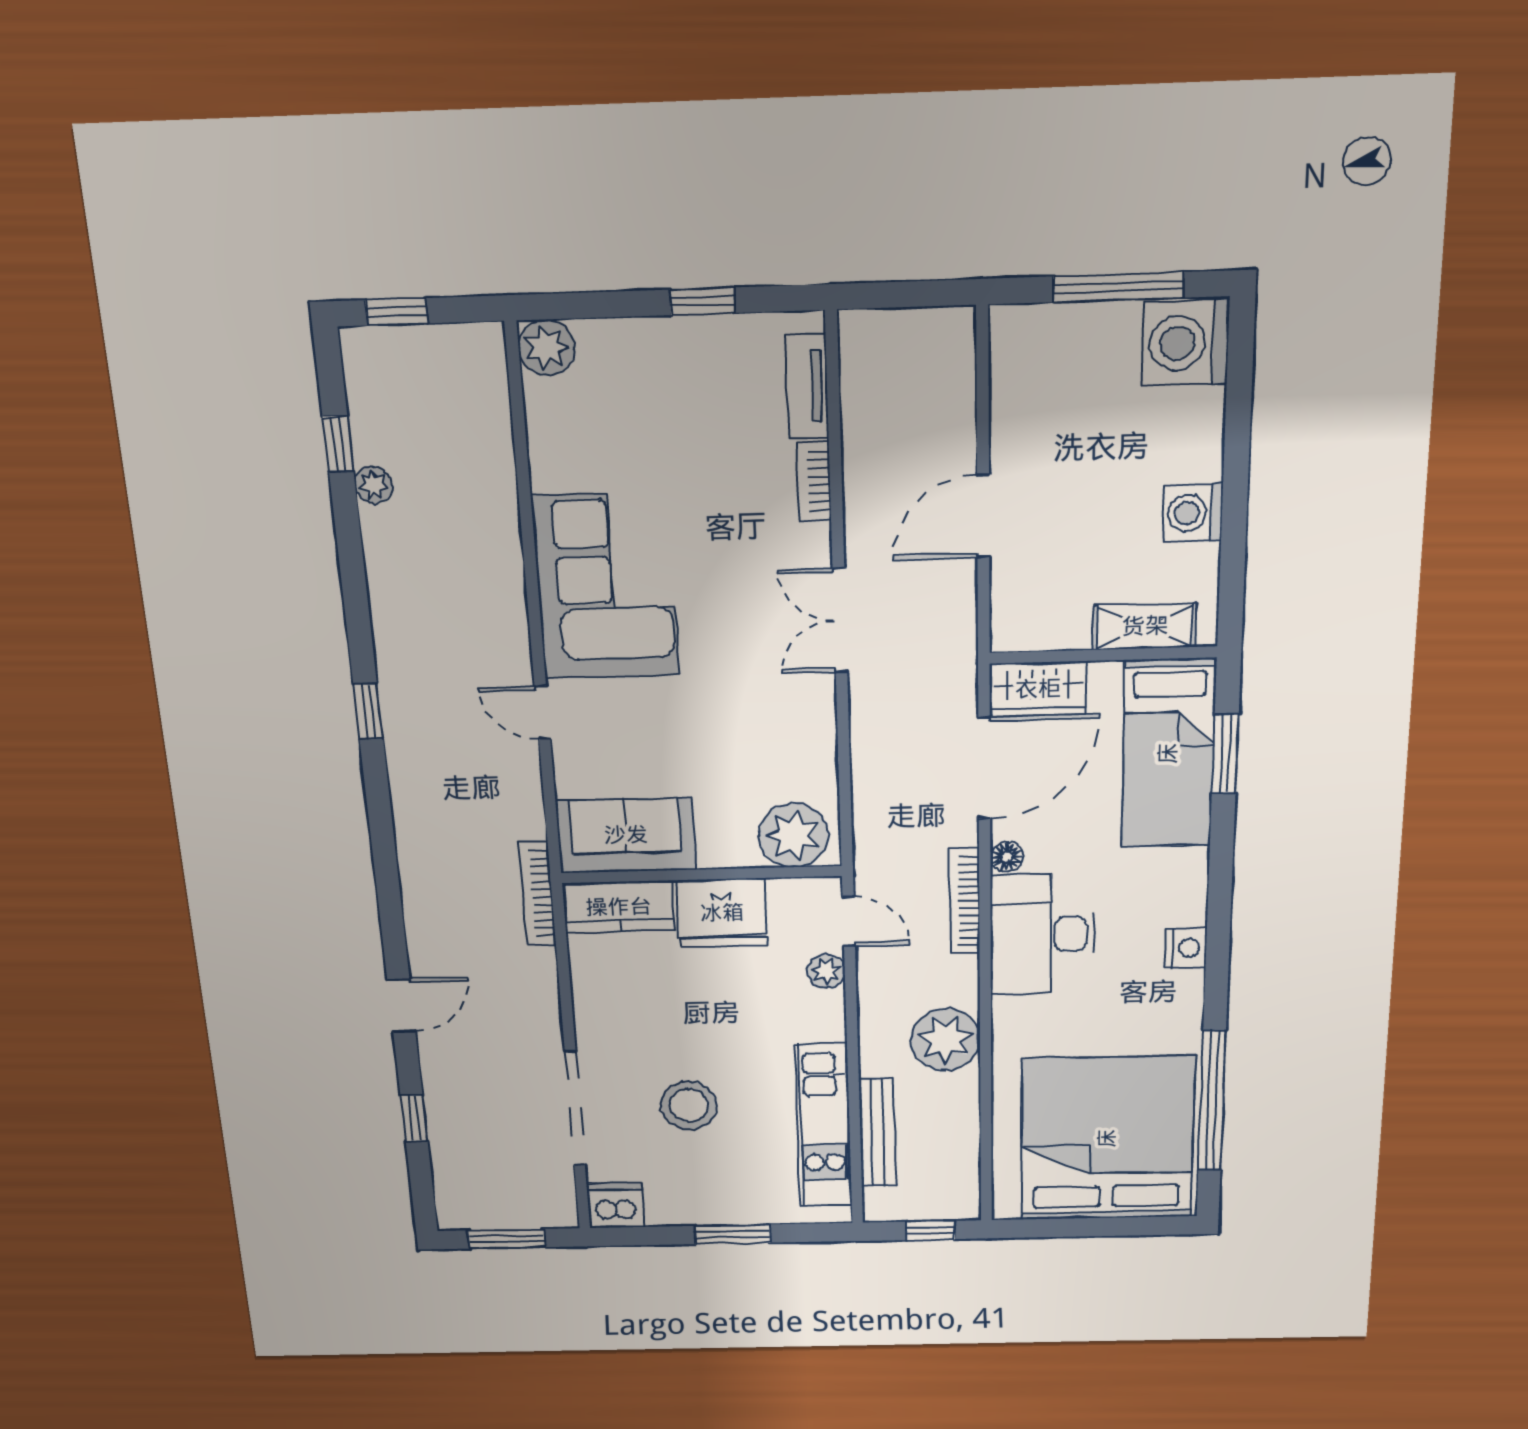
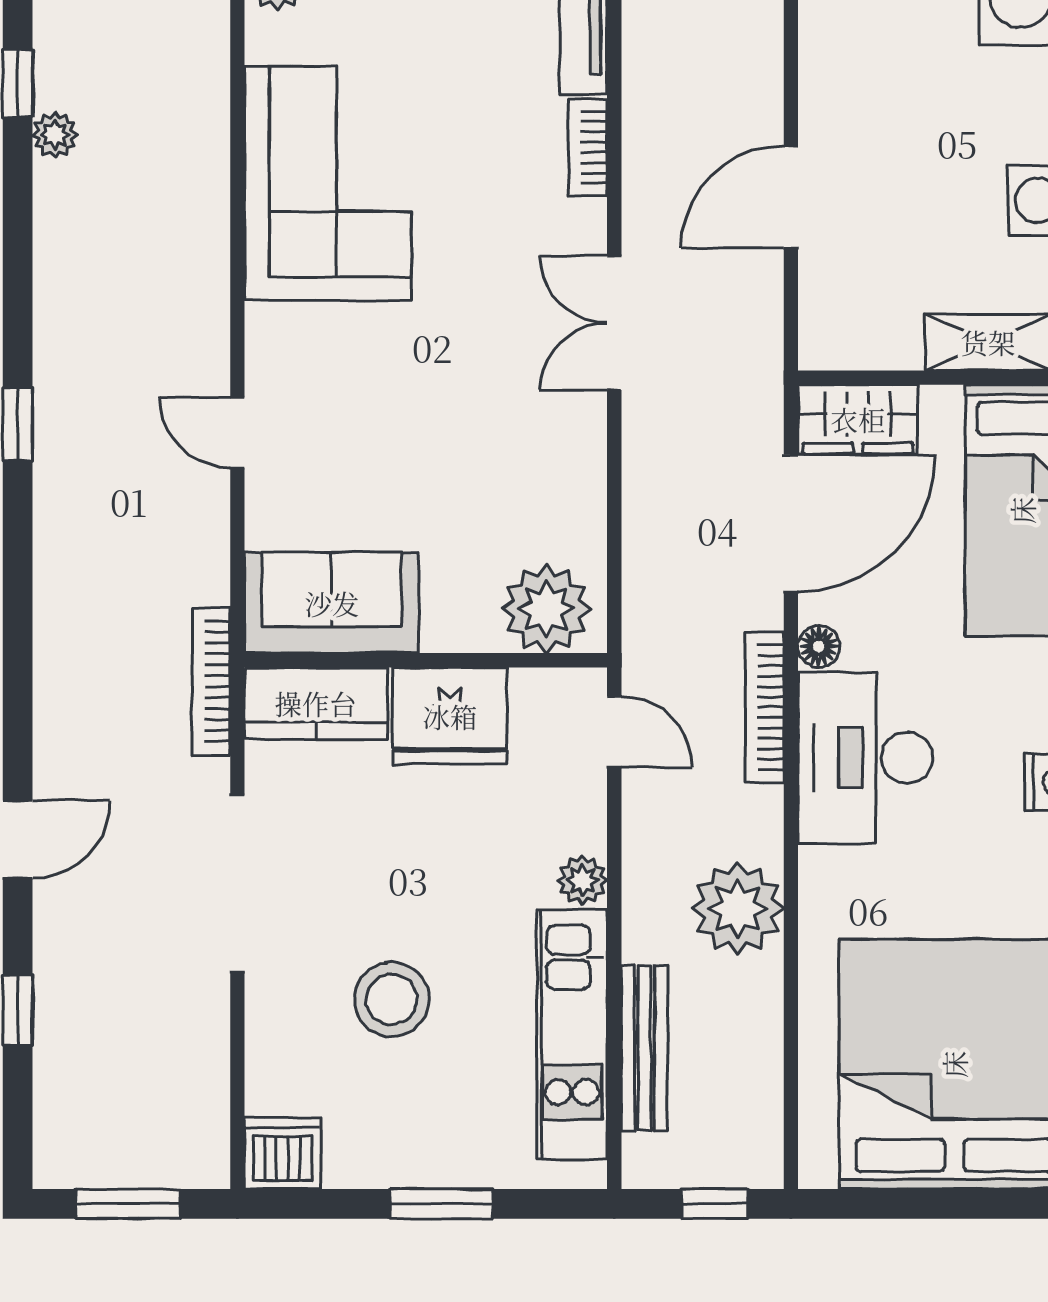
corner sofa: (606, 586) -> (328, 183), moved
plant: (826, 971) -> (582, 880), moved
doorway: (575, 1108) -> (237, 884), moved

